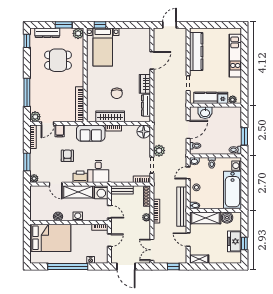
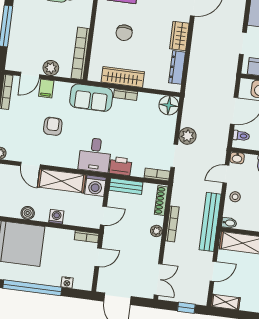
chair: (117, 93) -> (124, 33), moved
plant: (35, 117) -> (51, 68), moved
printer: (80, 177) -> (121, 166), moved
door: (109, 212) -> (103, 216), hinge flipped
door: (188, 240) -> (213, 271), swing flipped
double door: (152, 250) -> (158, 279), swing flipped

